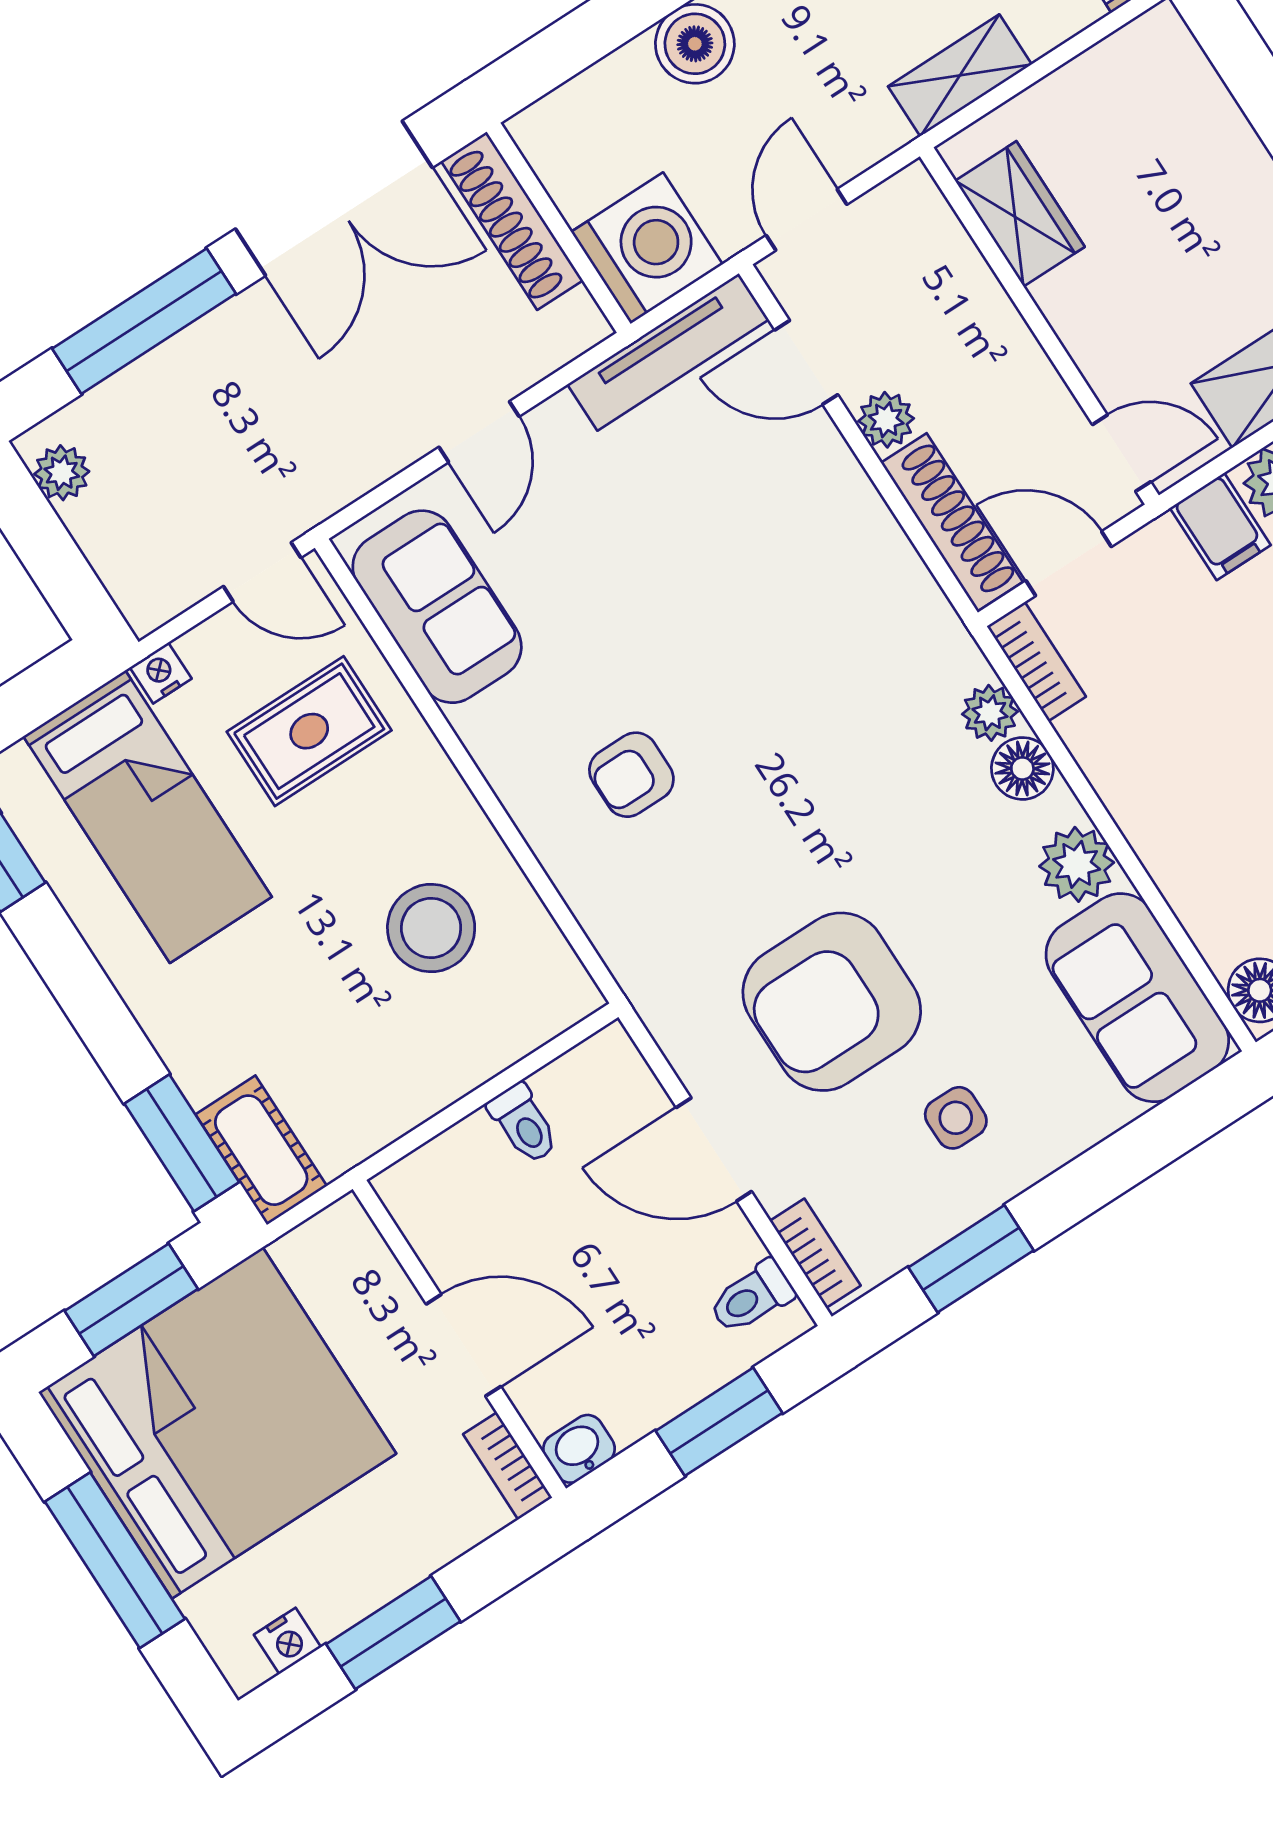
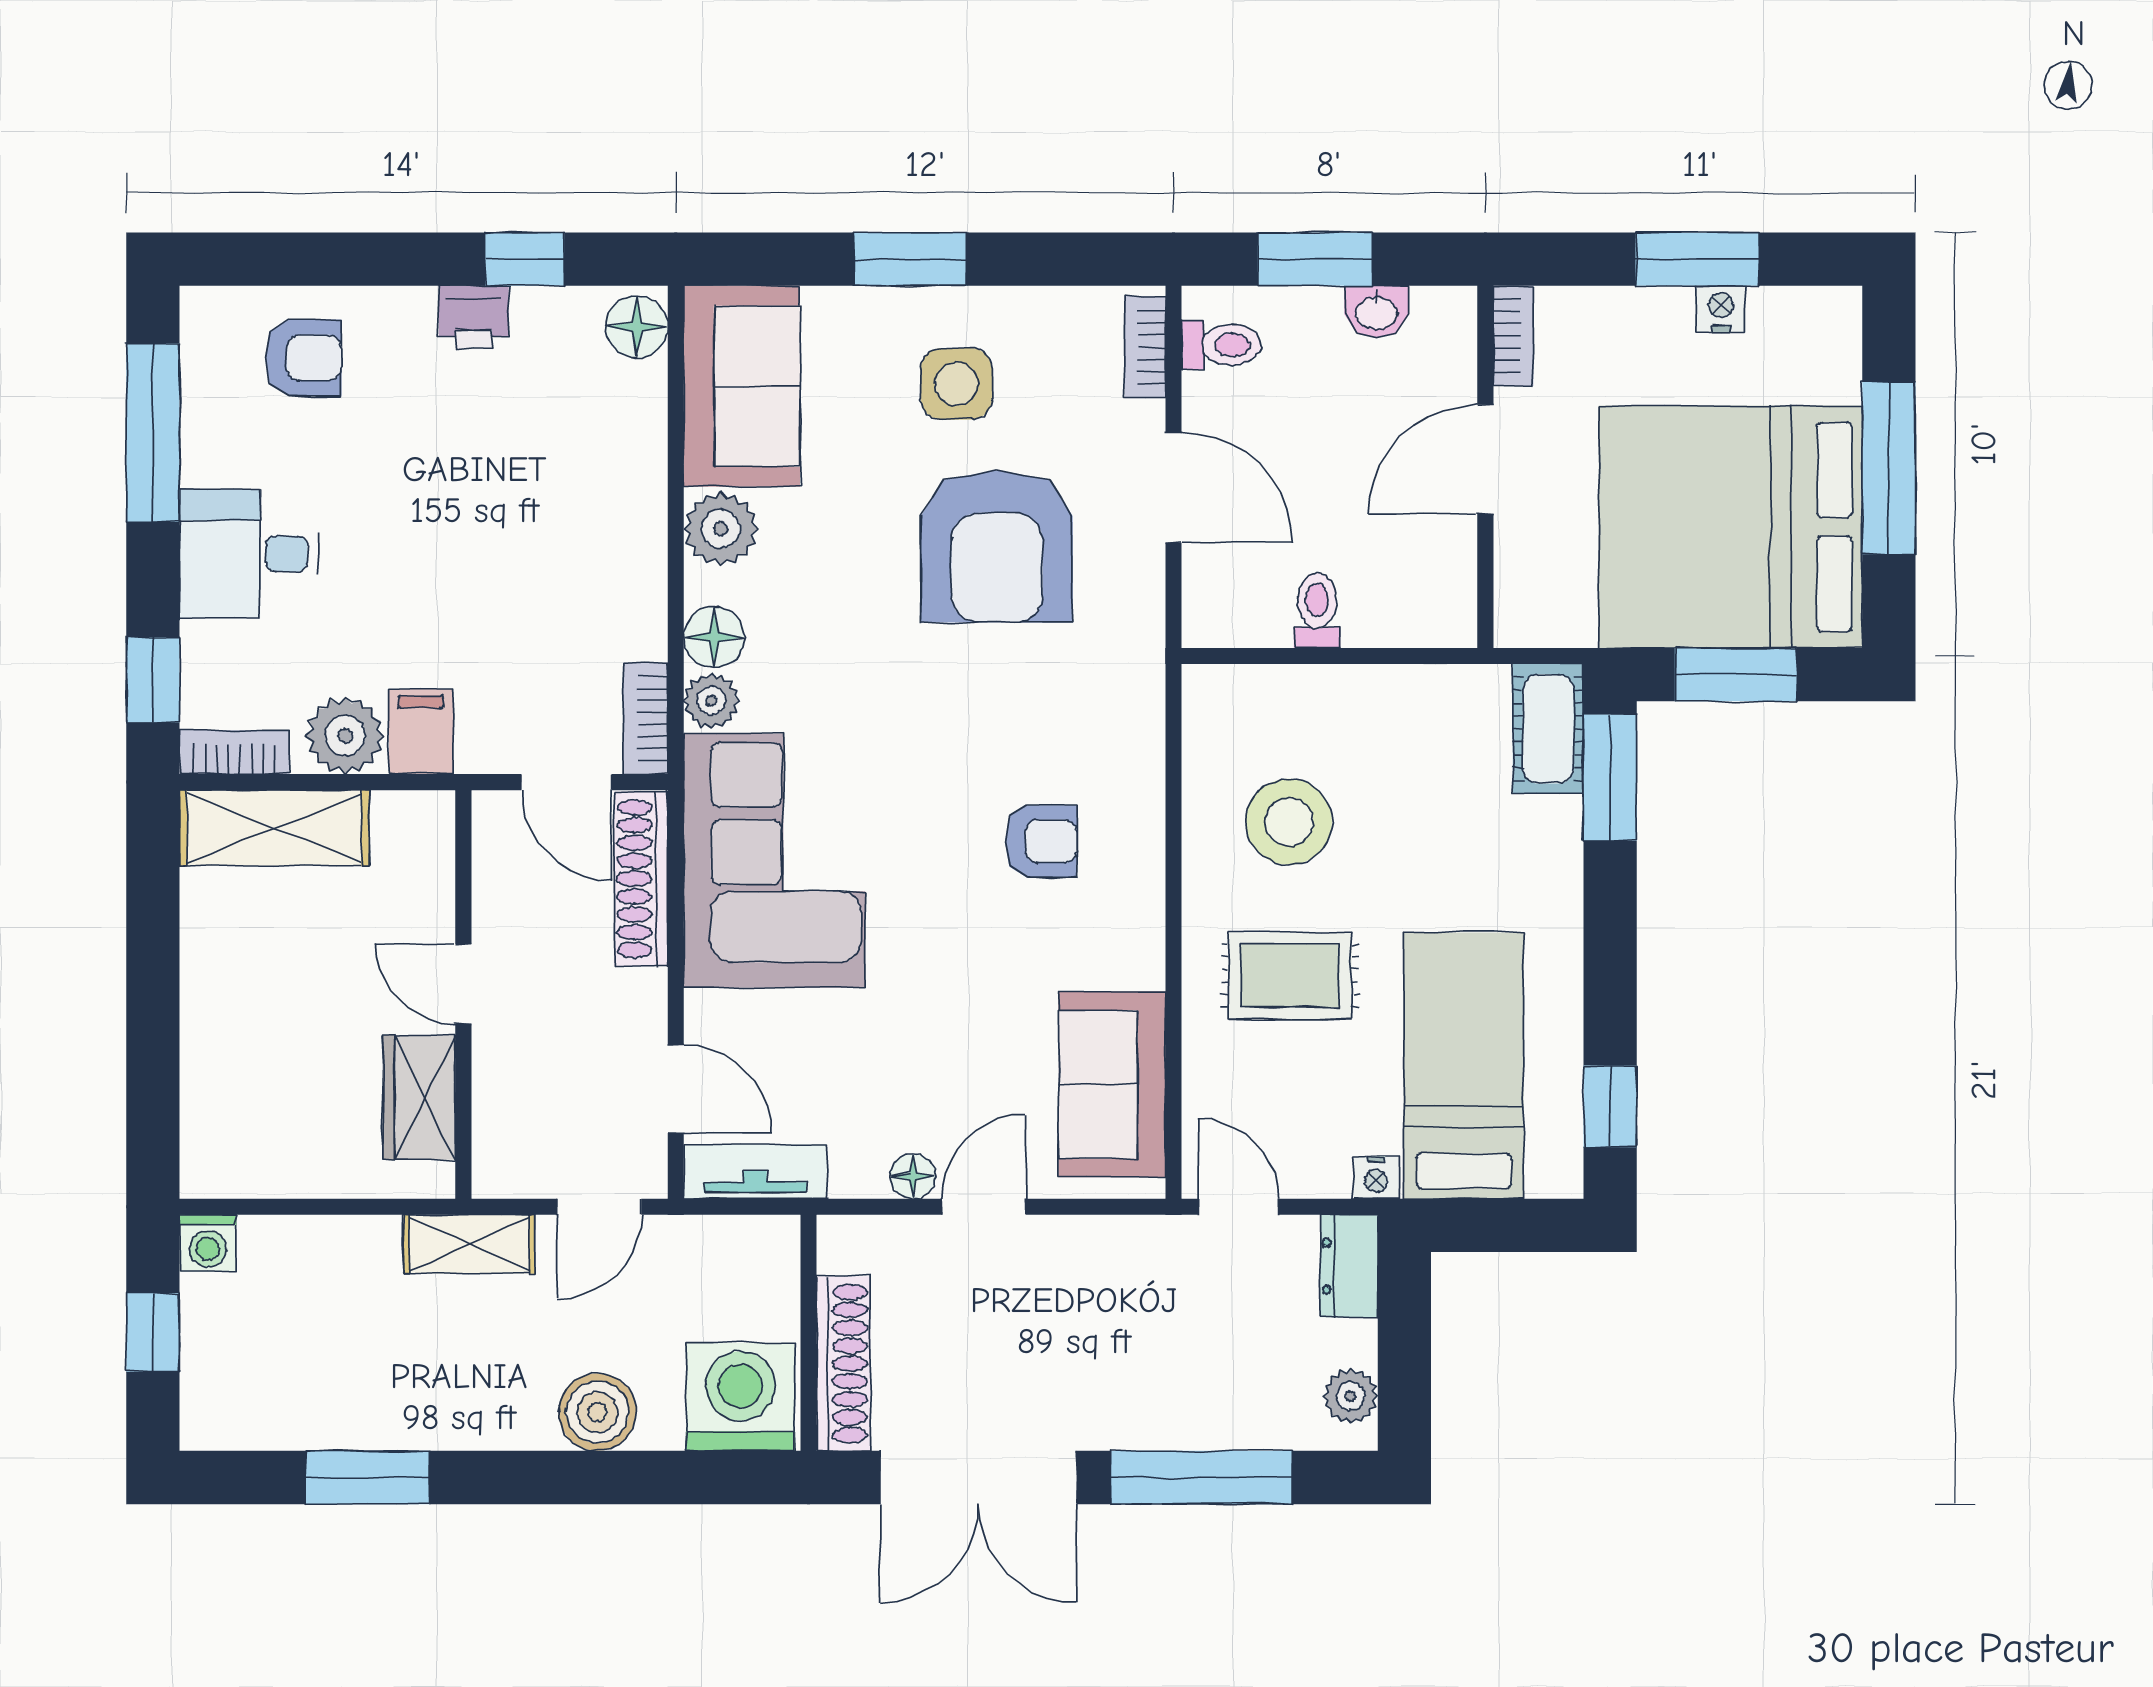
shelving: (960, 75) -> (469, 1244), moved
double door: (334, 198) -> (979, 1477), swing flipped
washing machine: (647, 248) -> (740, 1397), moved, turned 90
tv unit: (668, 352) -> (755, 1171), width x0.71
floor lamp: (556, 419) -> (913, 1176), added
plant: (886, 420) -> (640, 999), removed
door: (1122, 453) -> (463, 984), moved
dresser: (135, 583) -> (1349, 1266), added
corner sofa: (848, 611) -> (774, 861), added
rug: (309, 731) -> (1290, 976), moved
armchair: (832, 1002) -> (997, 546), turned 90
side table: (956, 1118) -> (956, 384), width x1.37, depth x1.37
window: (971, 1259) -> (910, 259), moved
door: (463, 1345) -> (1485, 459), hinge flipped
washbasin: (579, 1449) -> (1377, 312), moved
nightstand: (287, 1641) -> (1721, 309), moved

